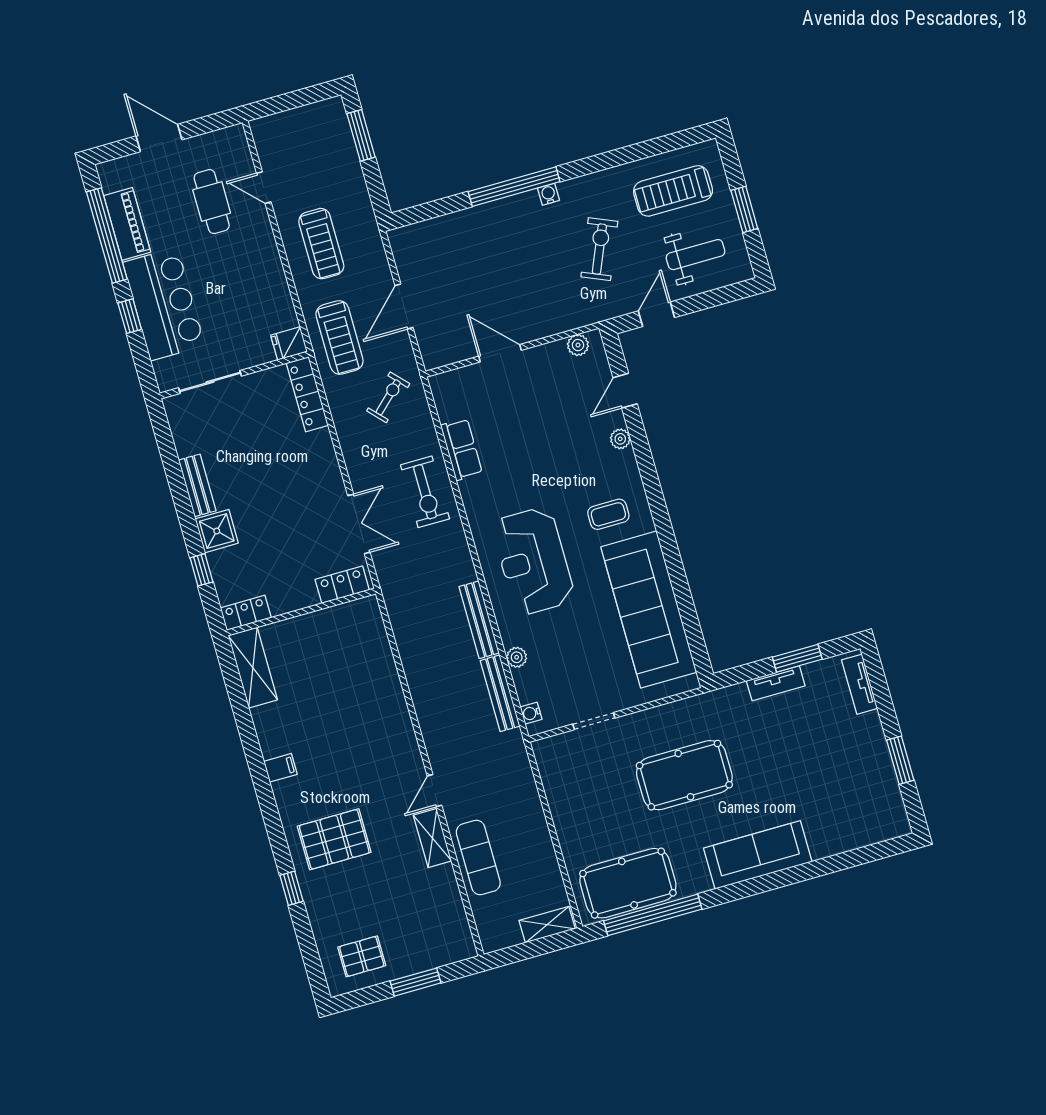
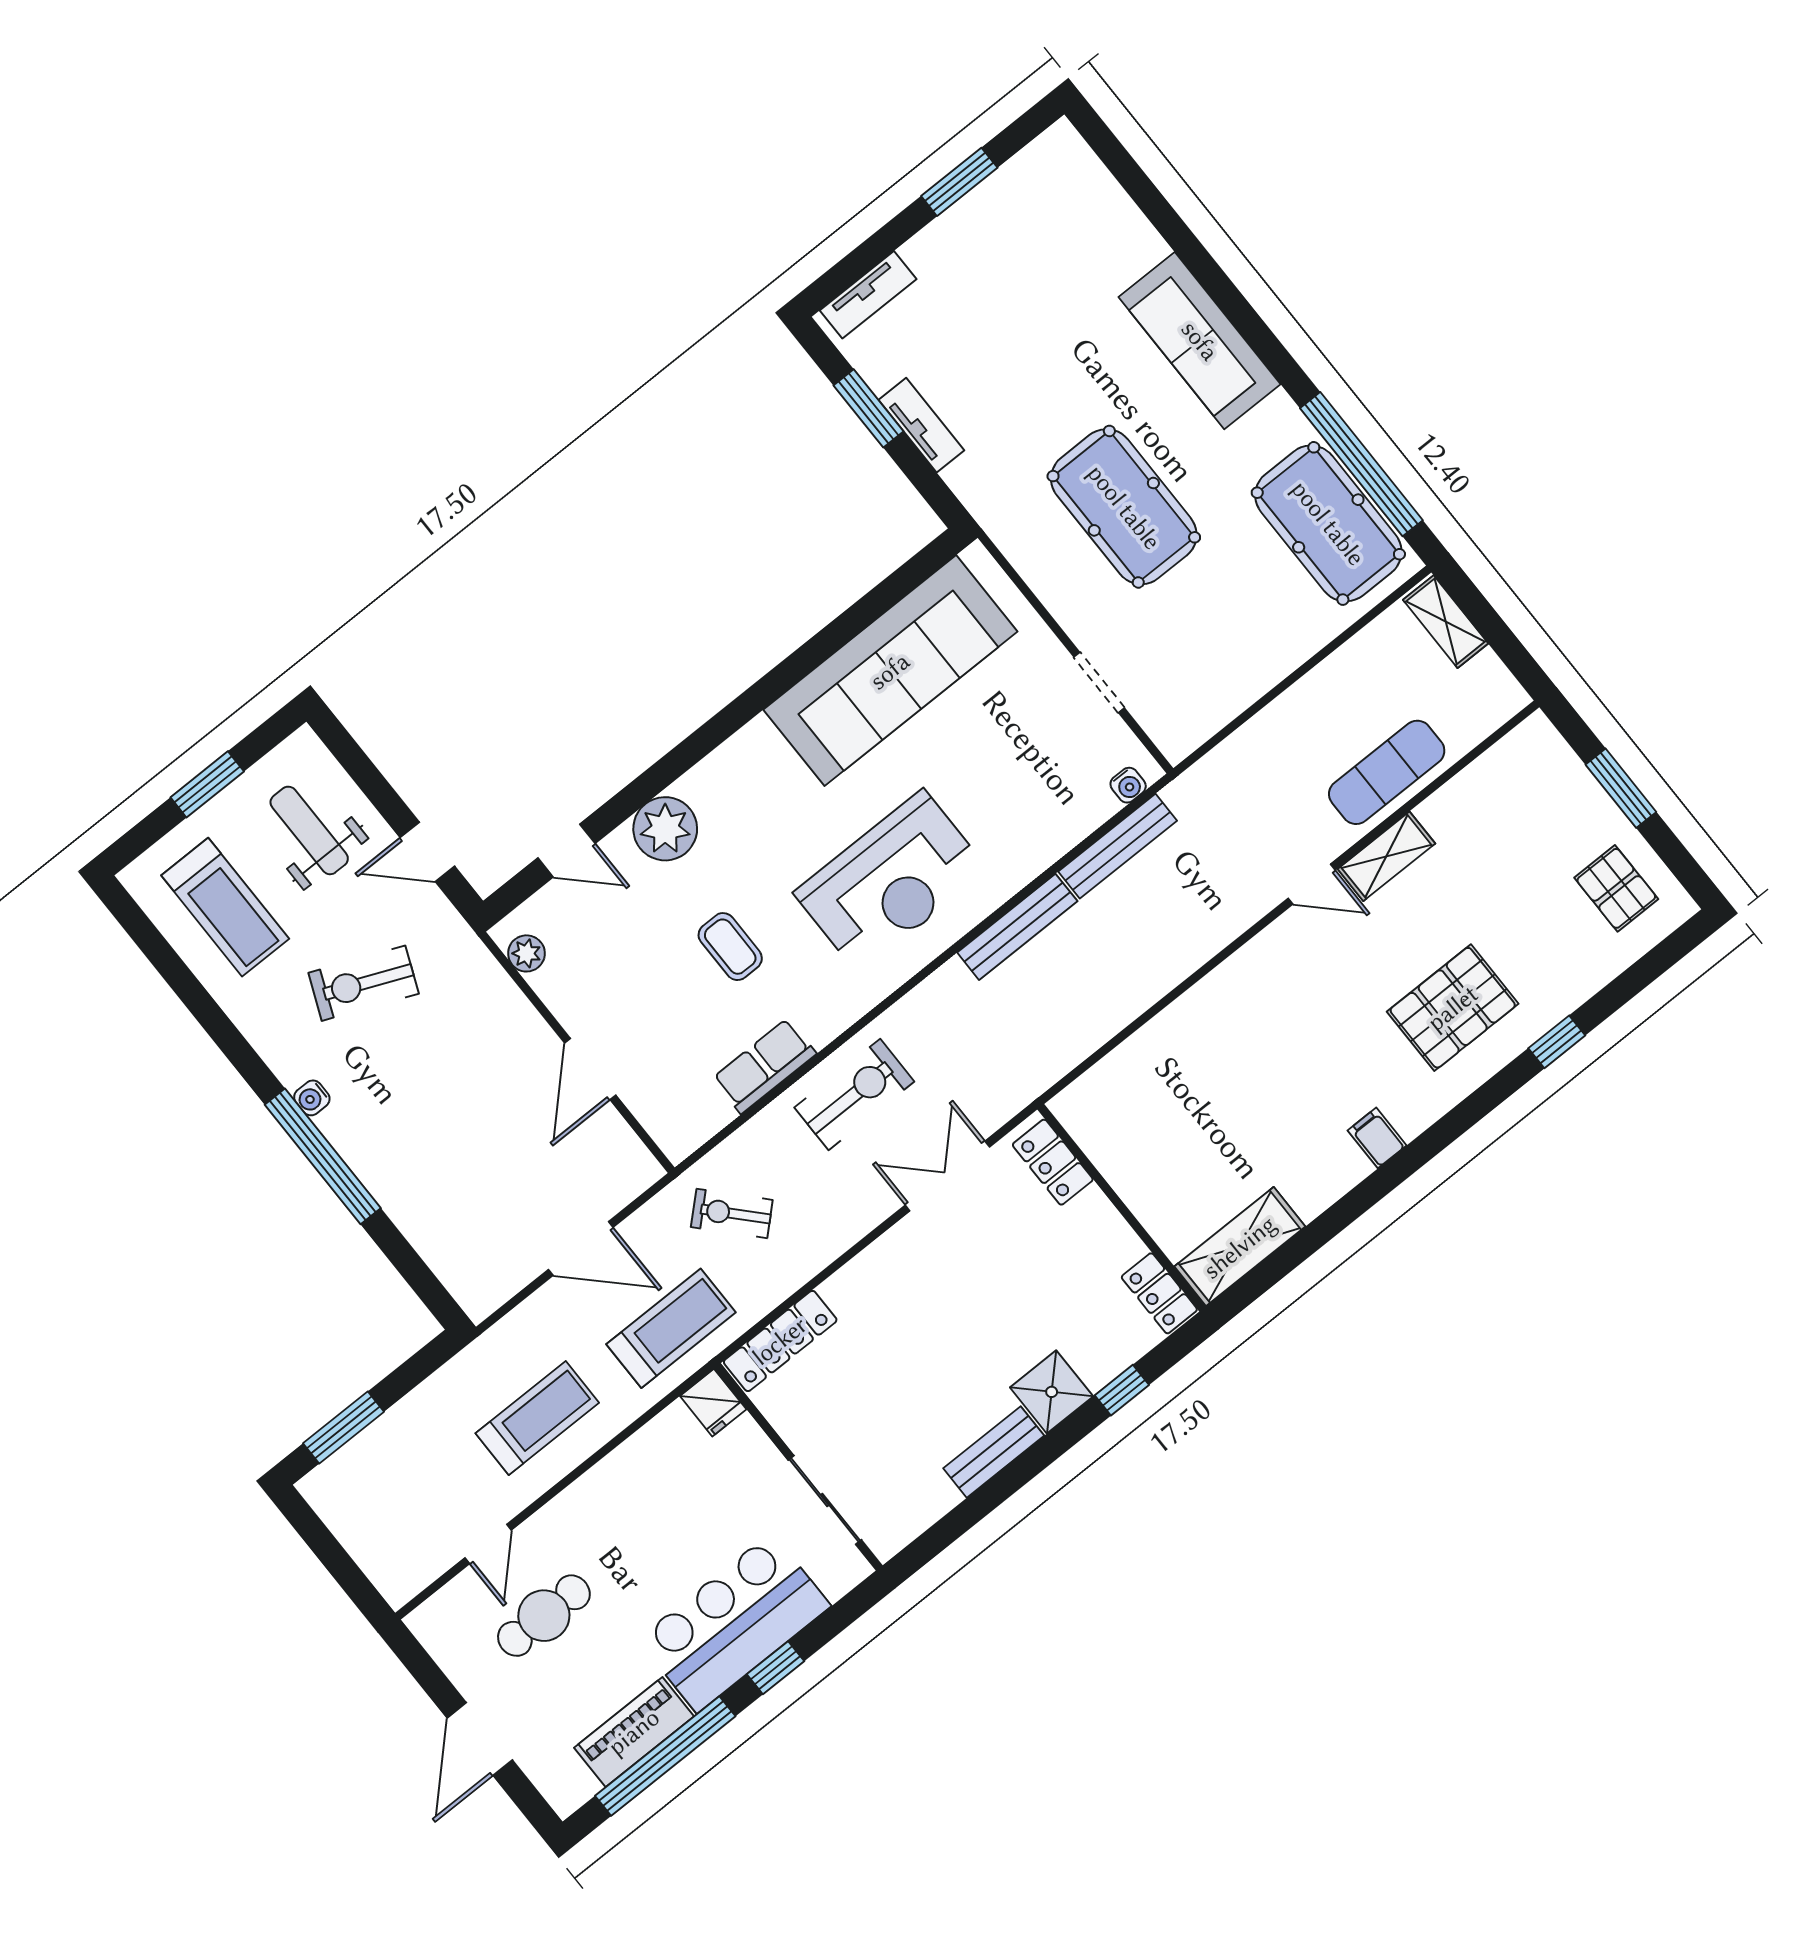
plant: (620, 439) -> (665, 829), width x1.87, depth x1.87
coffee table: (608, 514) -> (730, 947), moved
plant: (517, 657) -> (1051, 844), removed
pallet: (334, 839) -> (1453, 1008), turned 90

